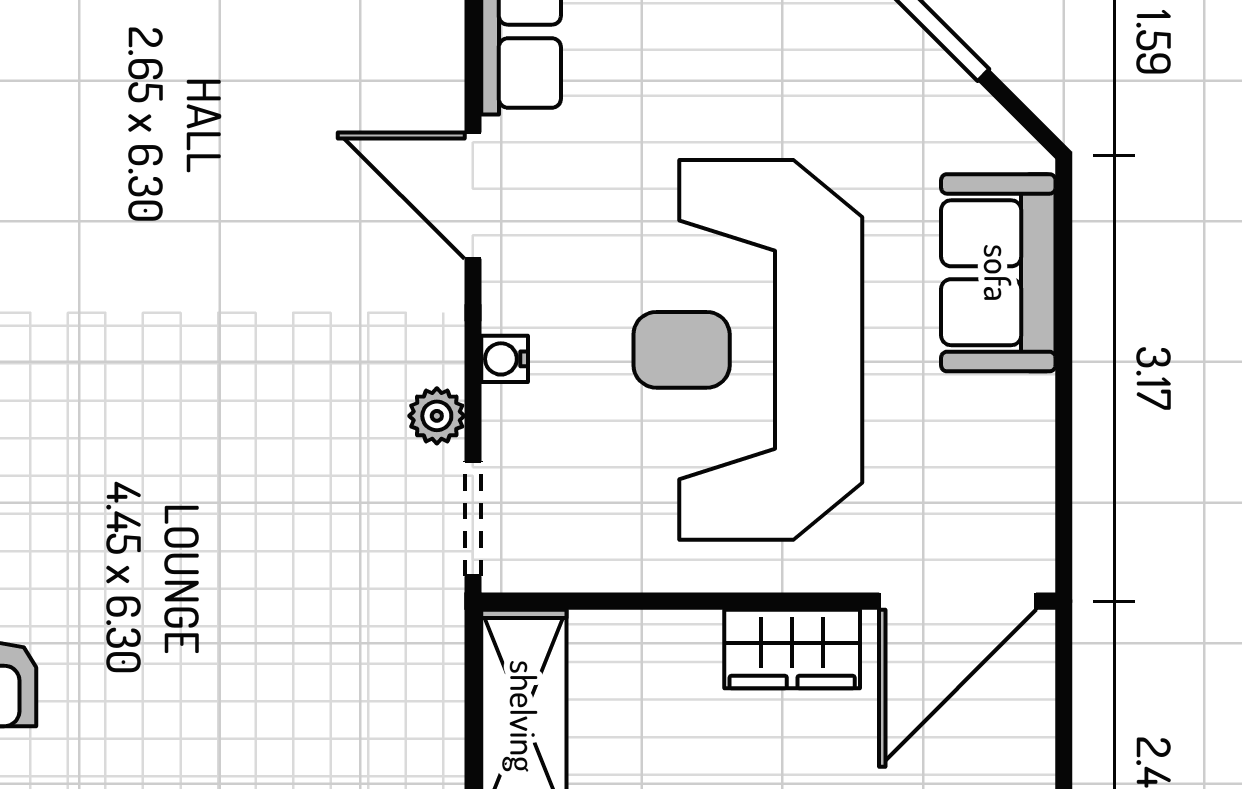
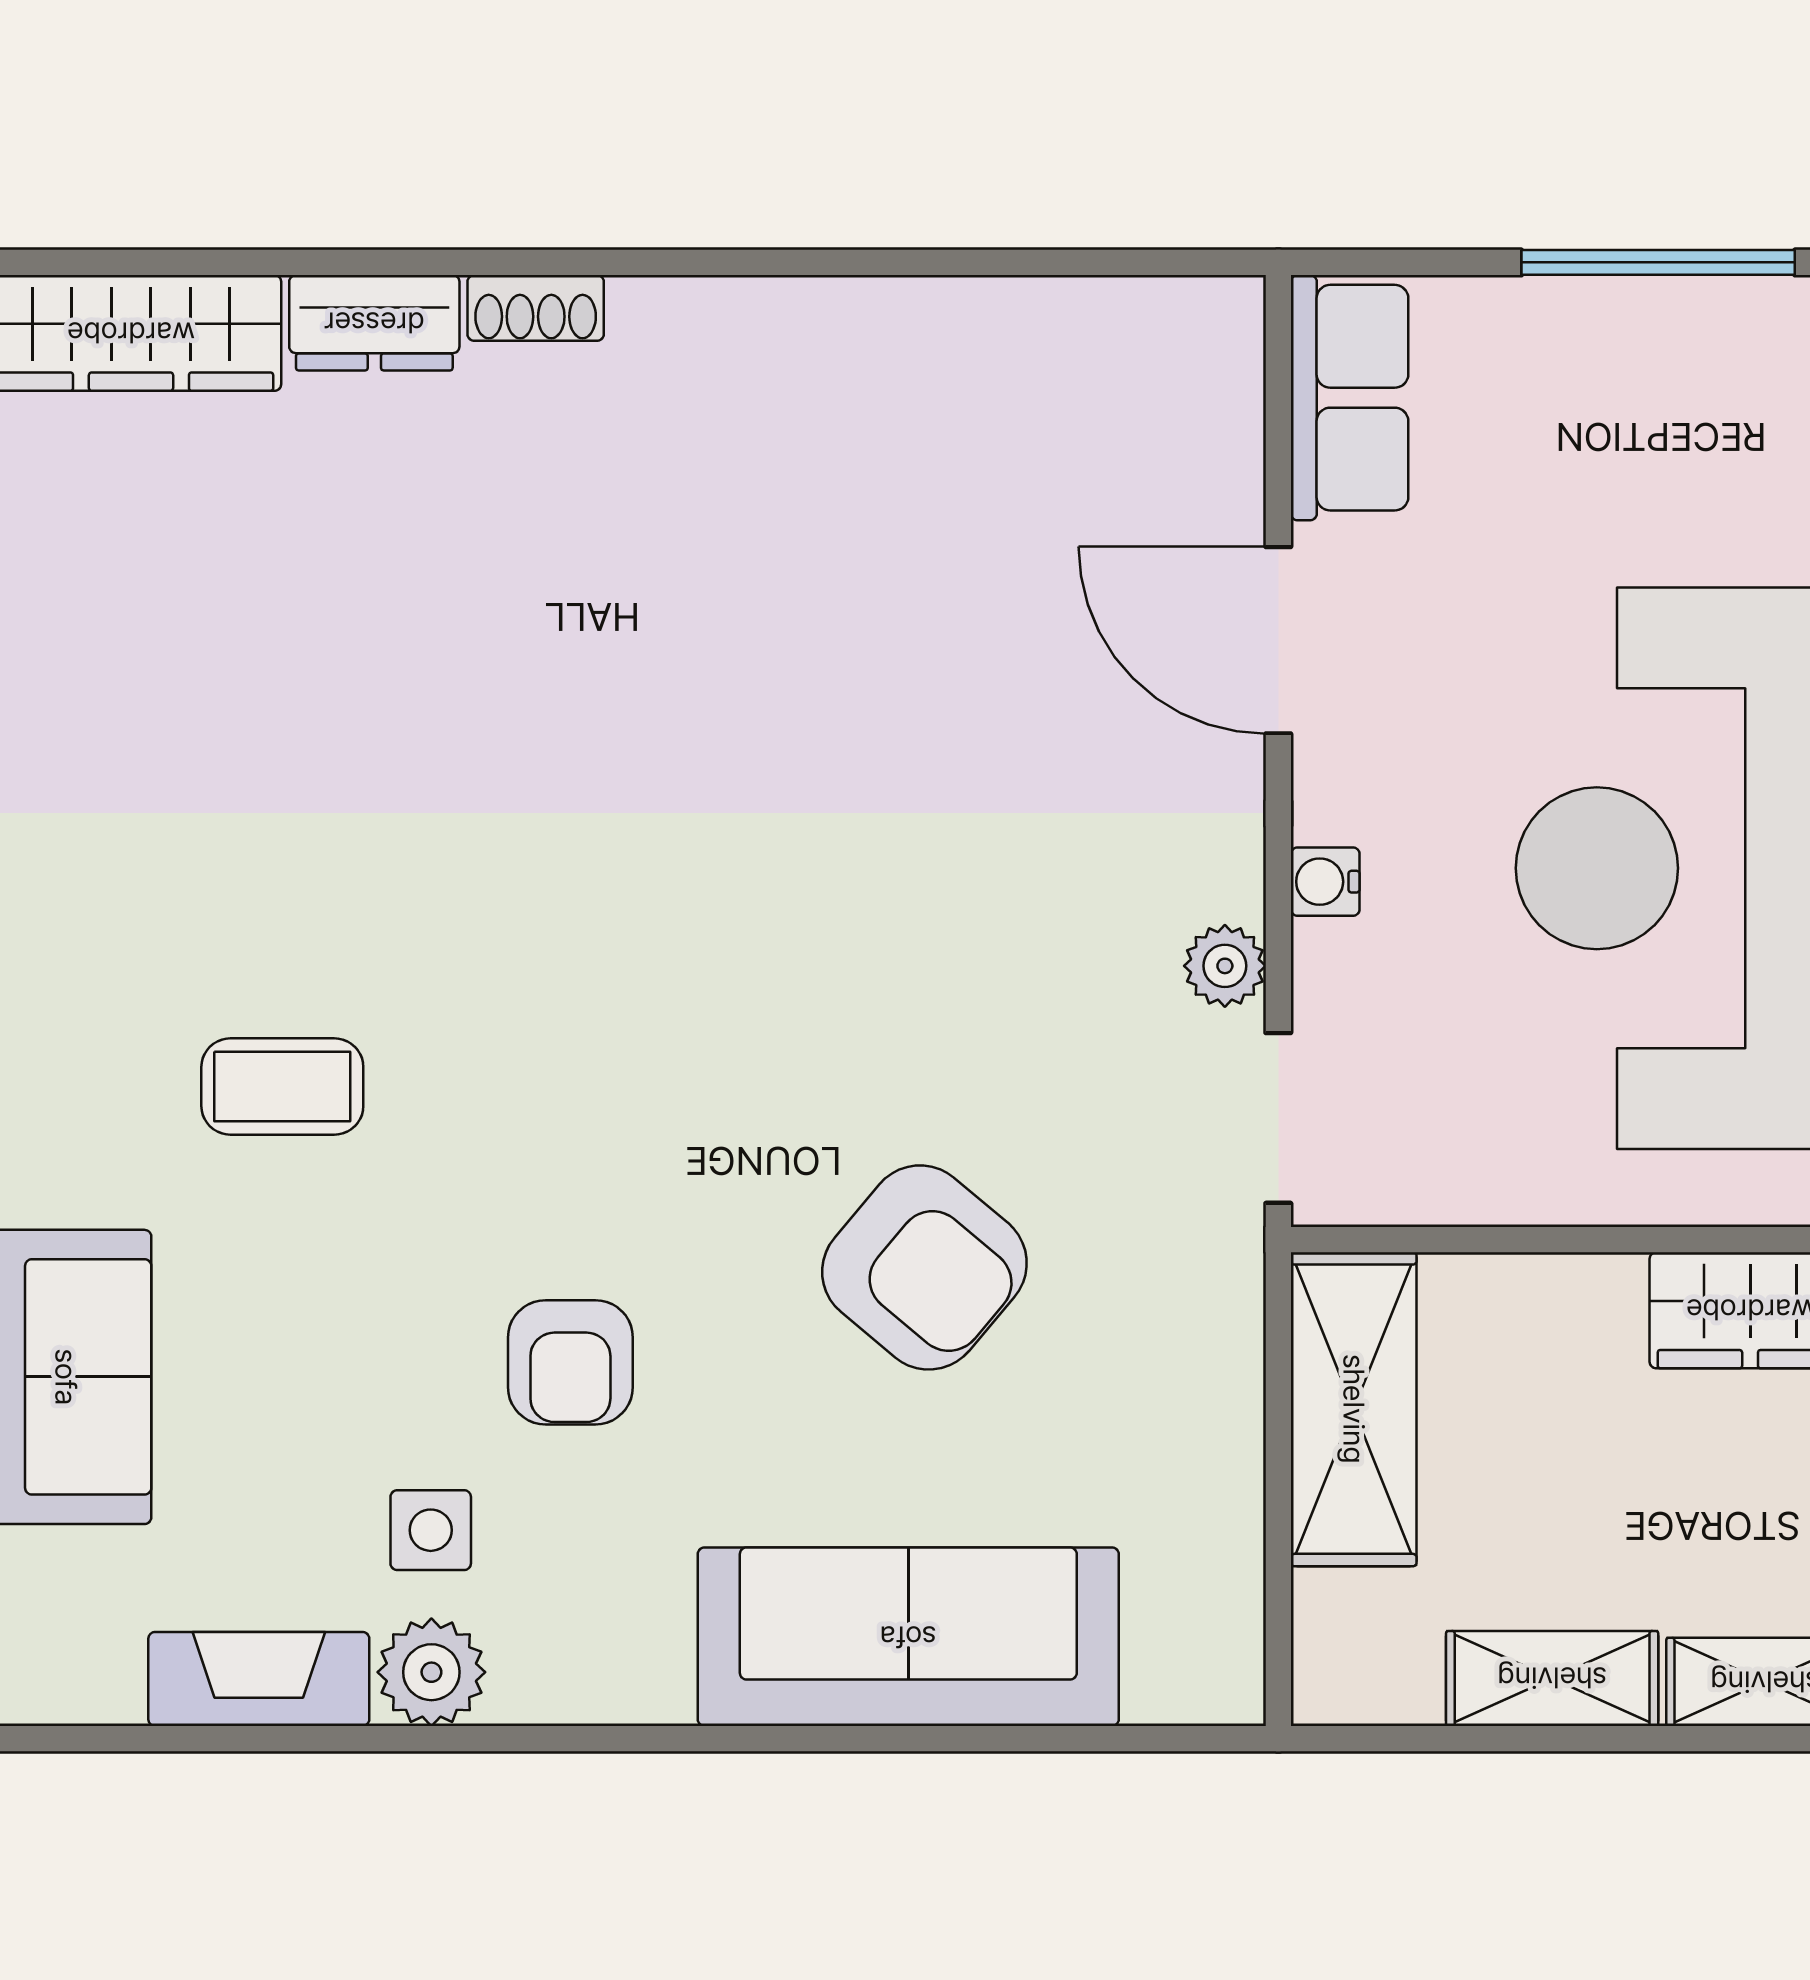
armchair: (234, 620) -> (924, 1267), added

